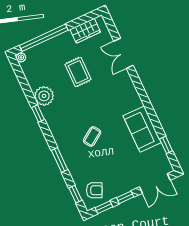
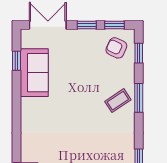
sofa: (142, 129) -> (34, 73), moved
coffee table: (92, 137) -> (118, 101), moved

